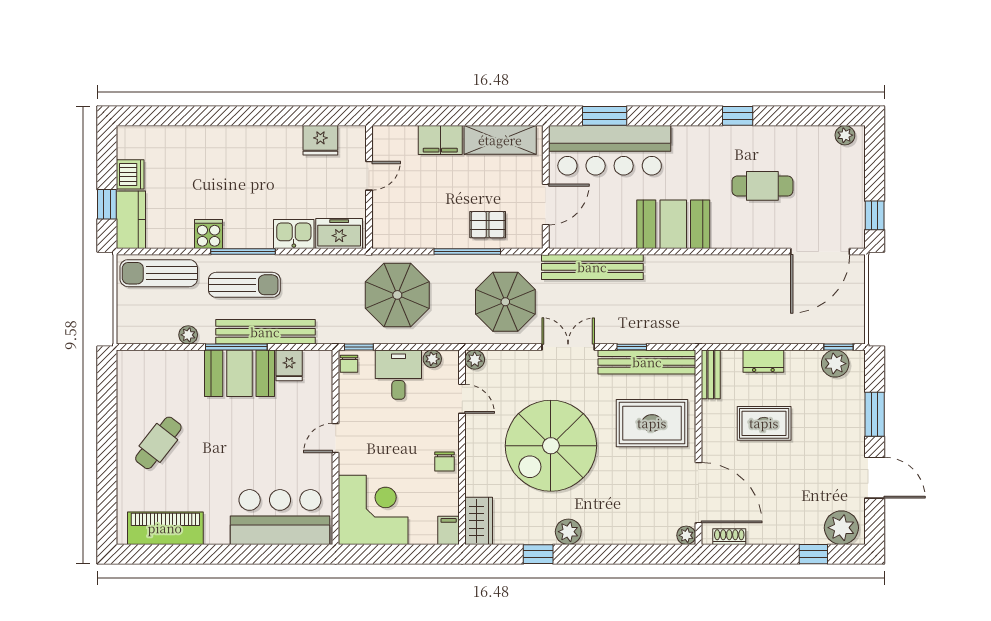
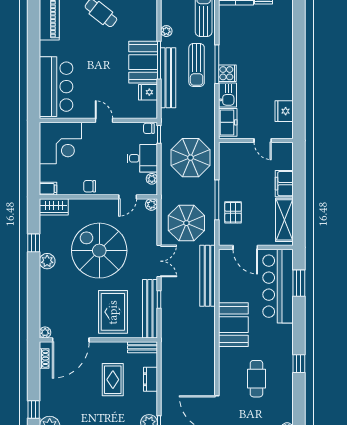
cooker: (209, 234) -> (227, 73), moved

